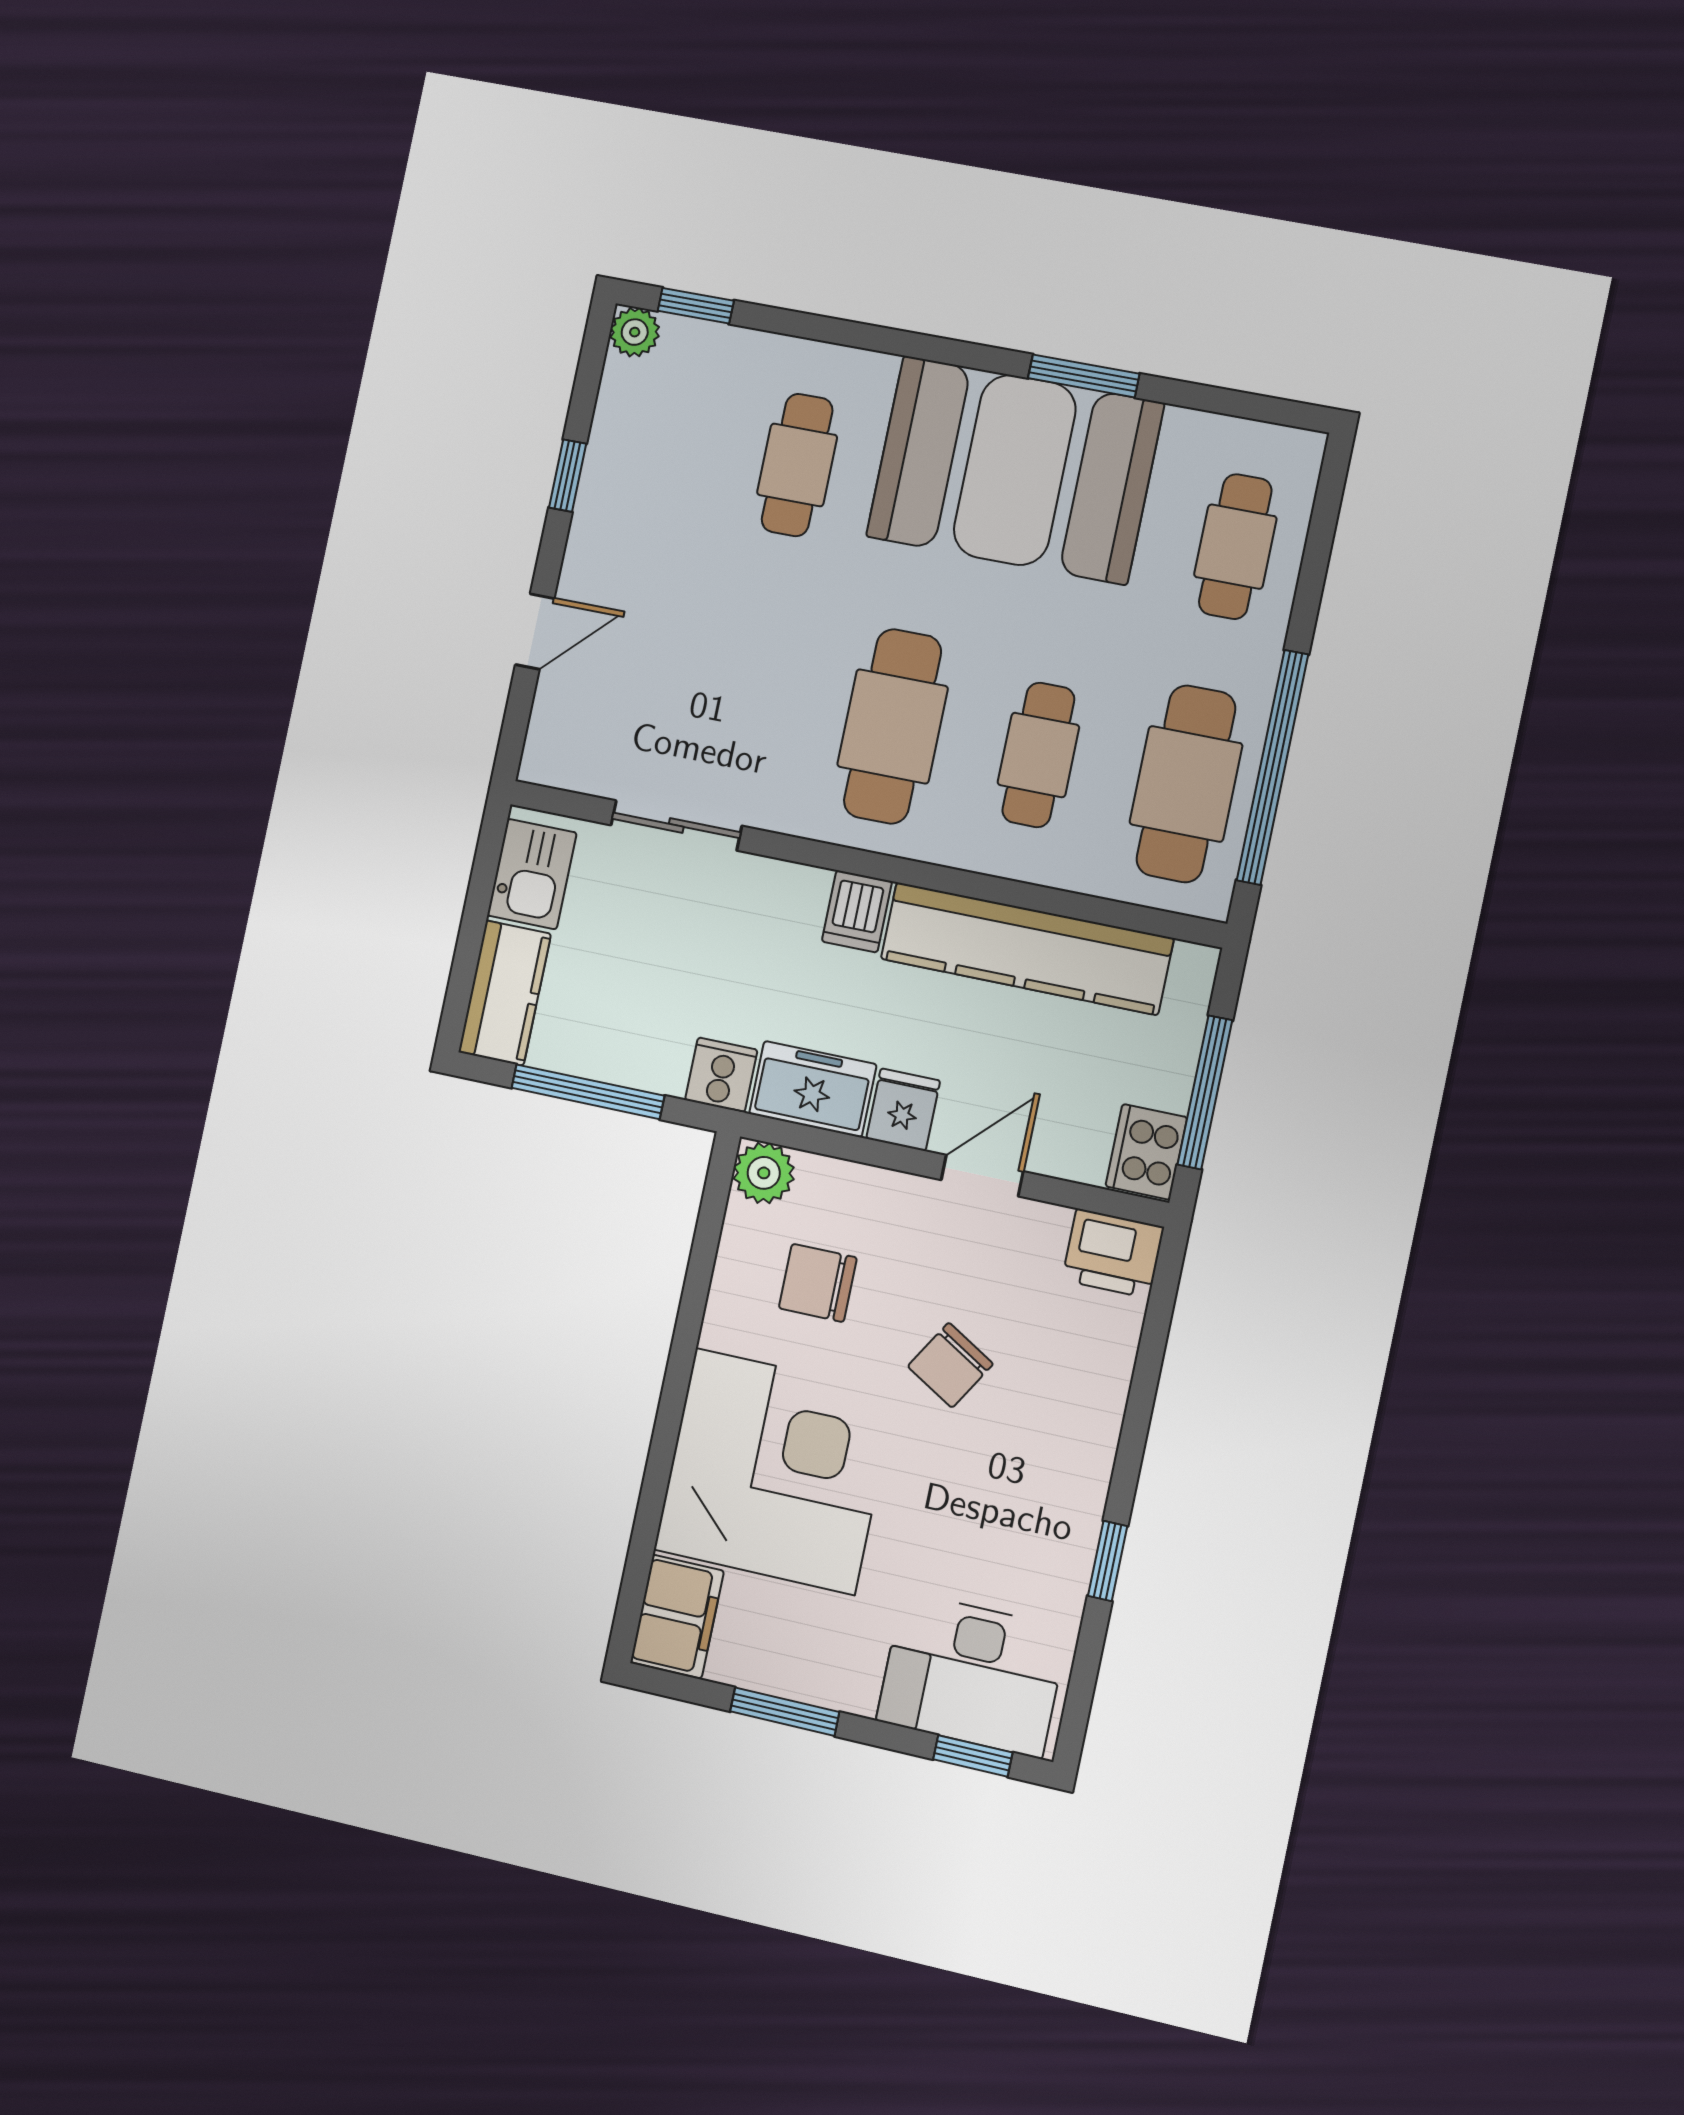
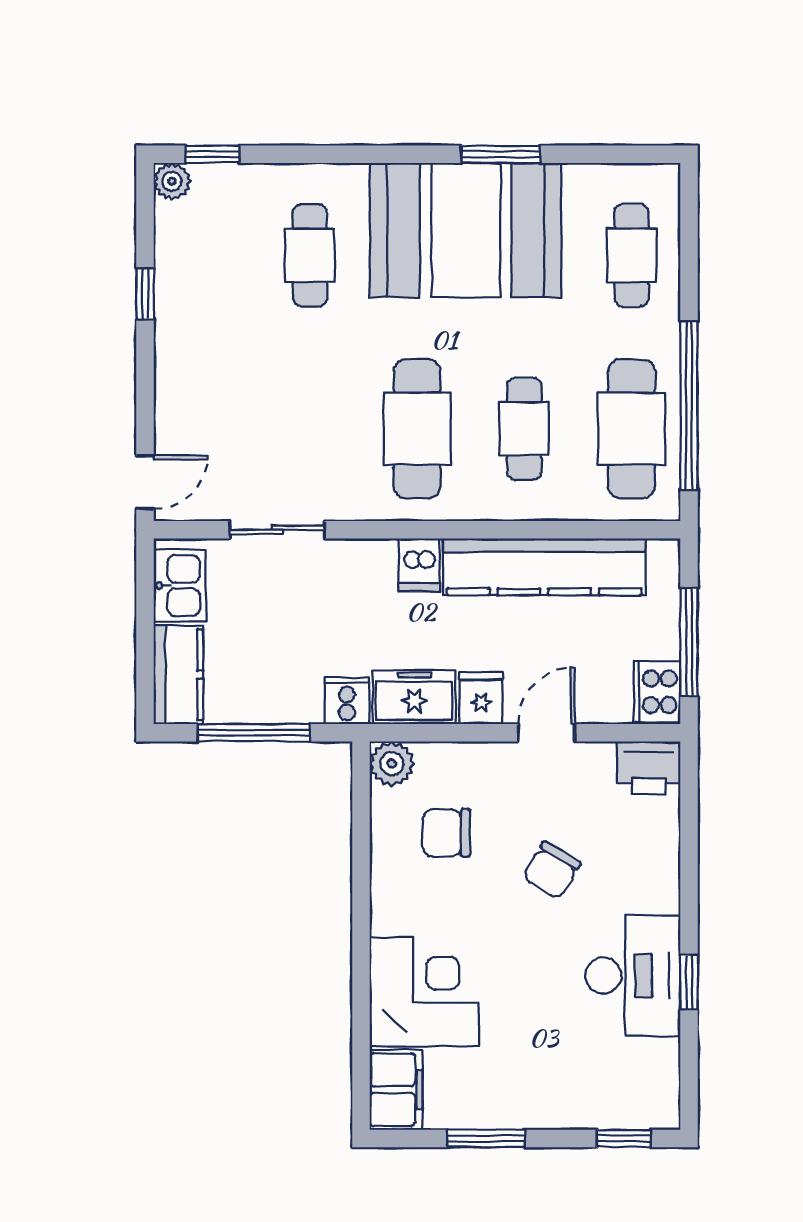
door: (535, 632) -> (145, 482), moved
corner desk: (775, 1471) -> (424, 992), width x0.74, depth x0.74
desk: (972, 1675) -> (633, 976), moved, turned -90

